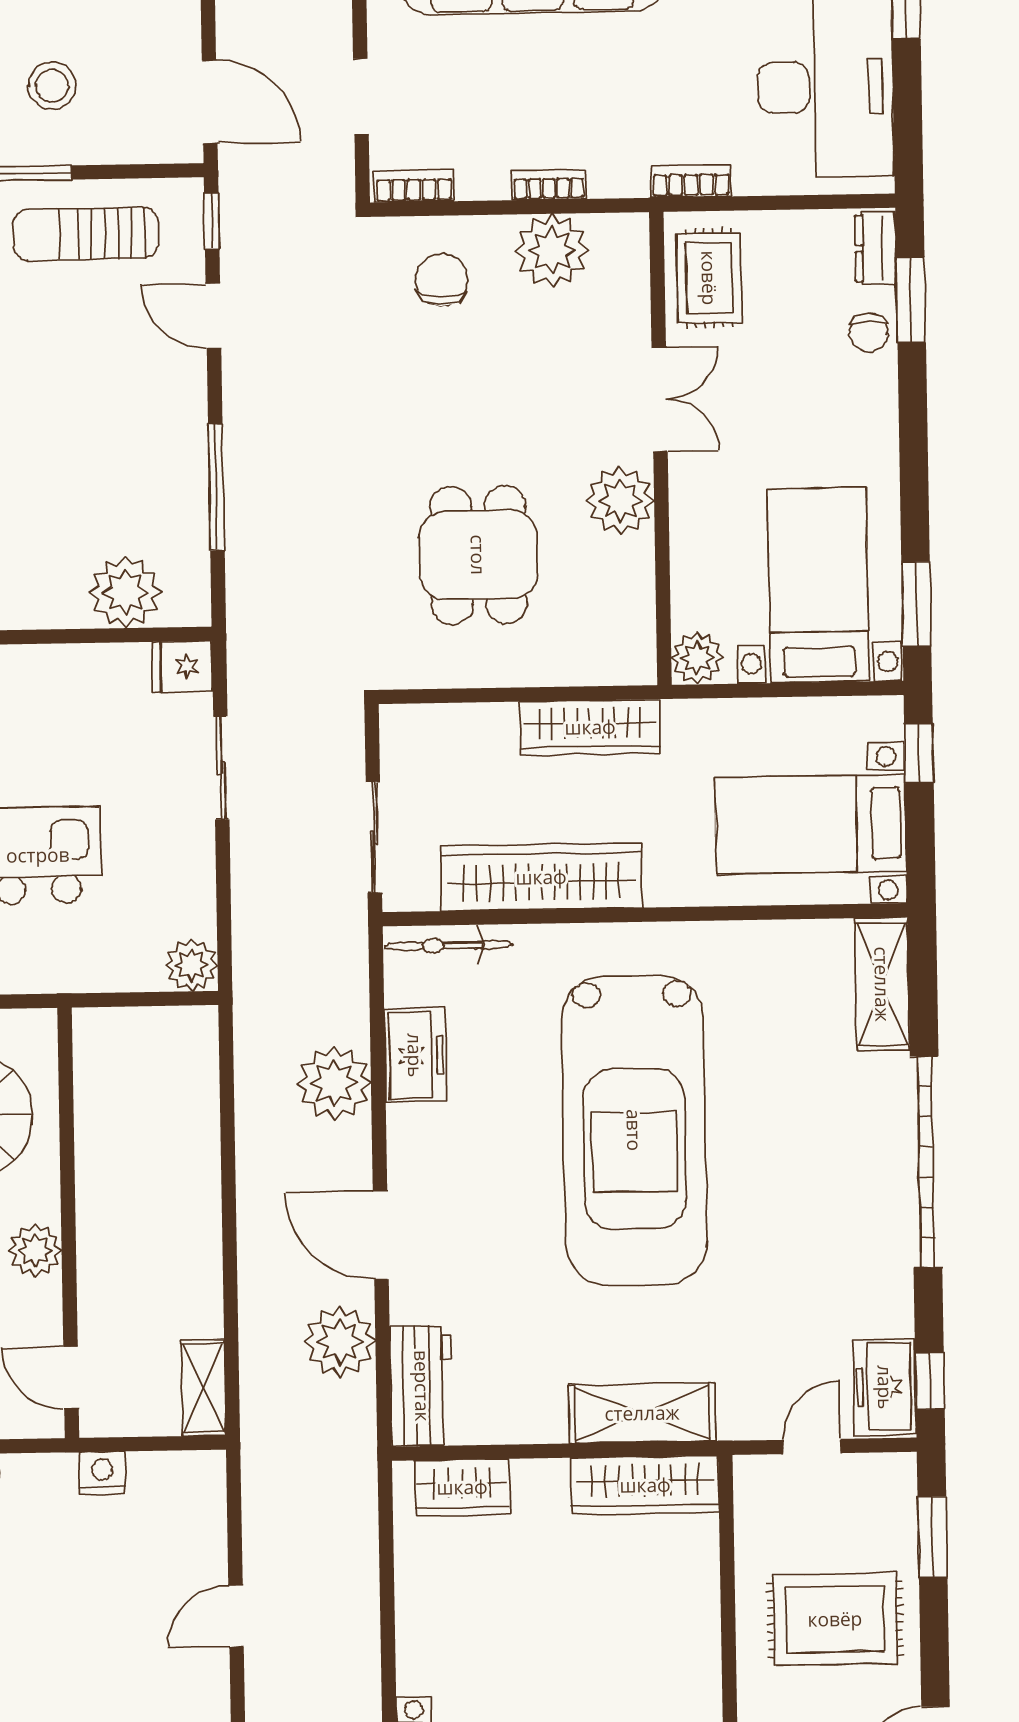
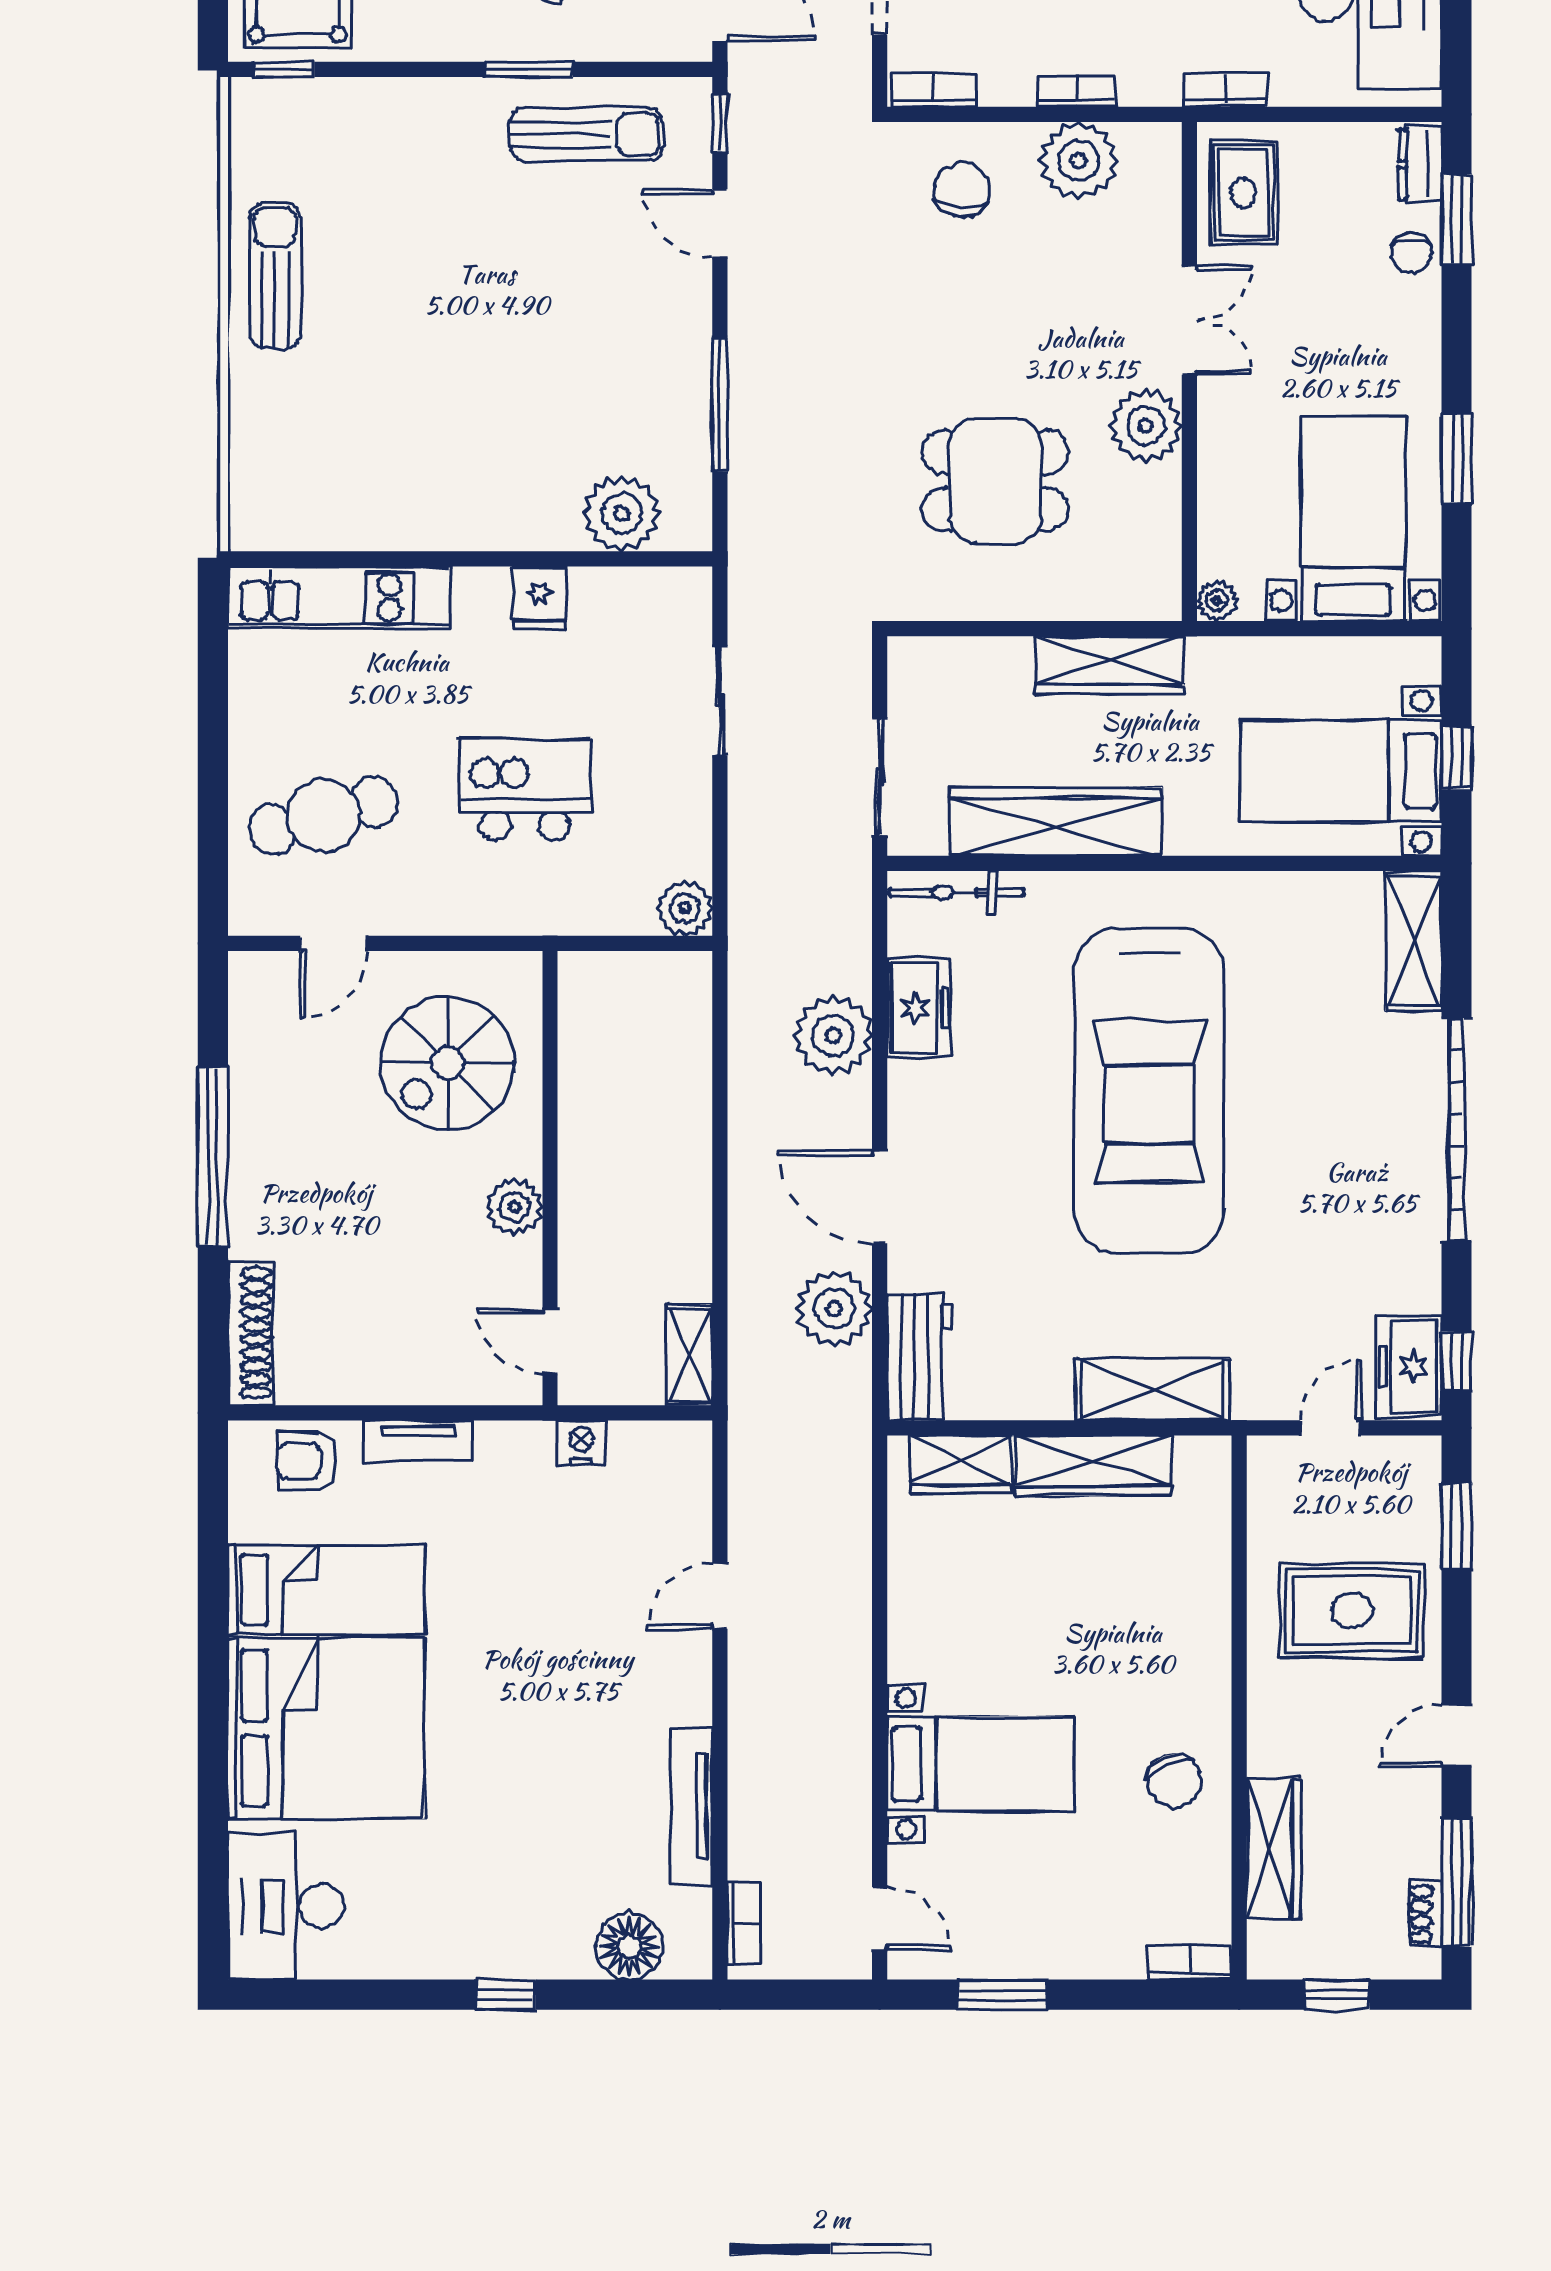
sun lounger: (85, 234) -> (586, 134), turned 180
dining table: (478, 555) -> (995, 481), turned 90
window: (916, 604) -> (1456, 458), moved
plant: (697, 658) -> (1217, 601), width x0.73, depth x0.73
fridge: (182, 666) -> (539, 598), moved, turned -90
window: (919, 753) -> (1456, 758), moved
wardrobe: (645, 1485) -> (1093, 1465), moved

